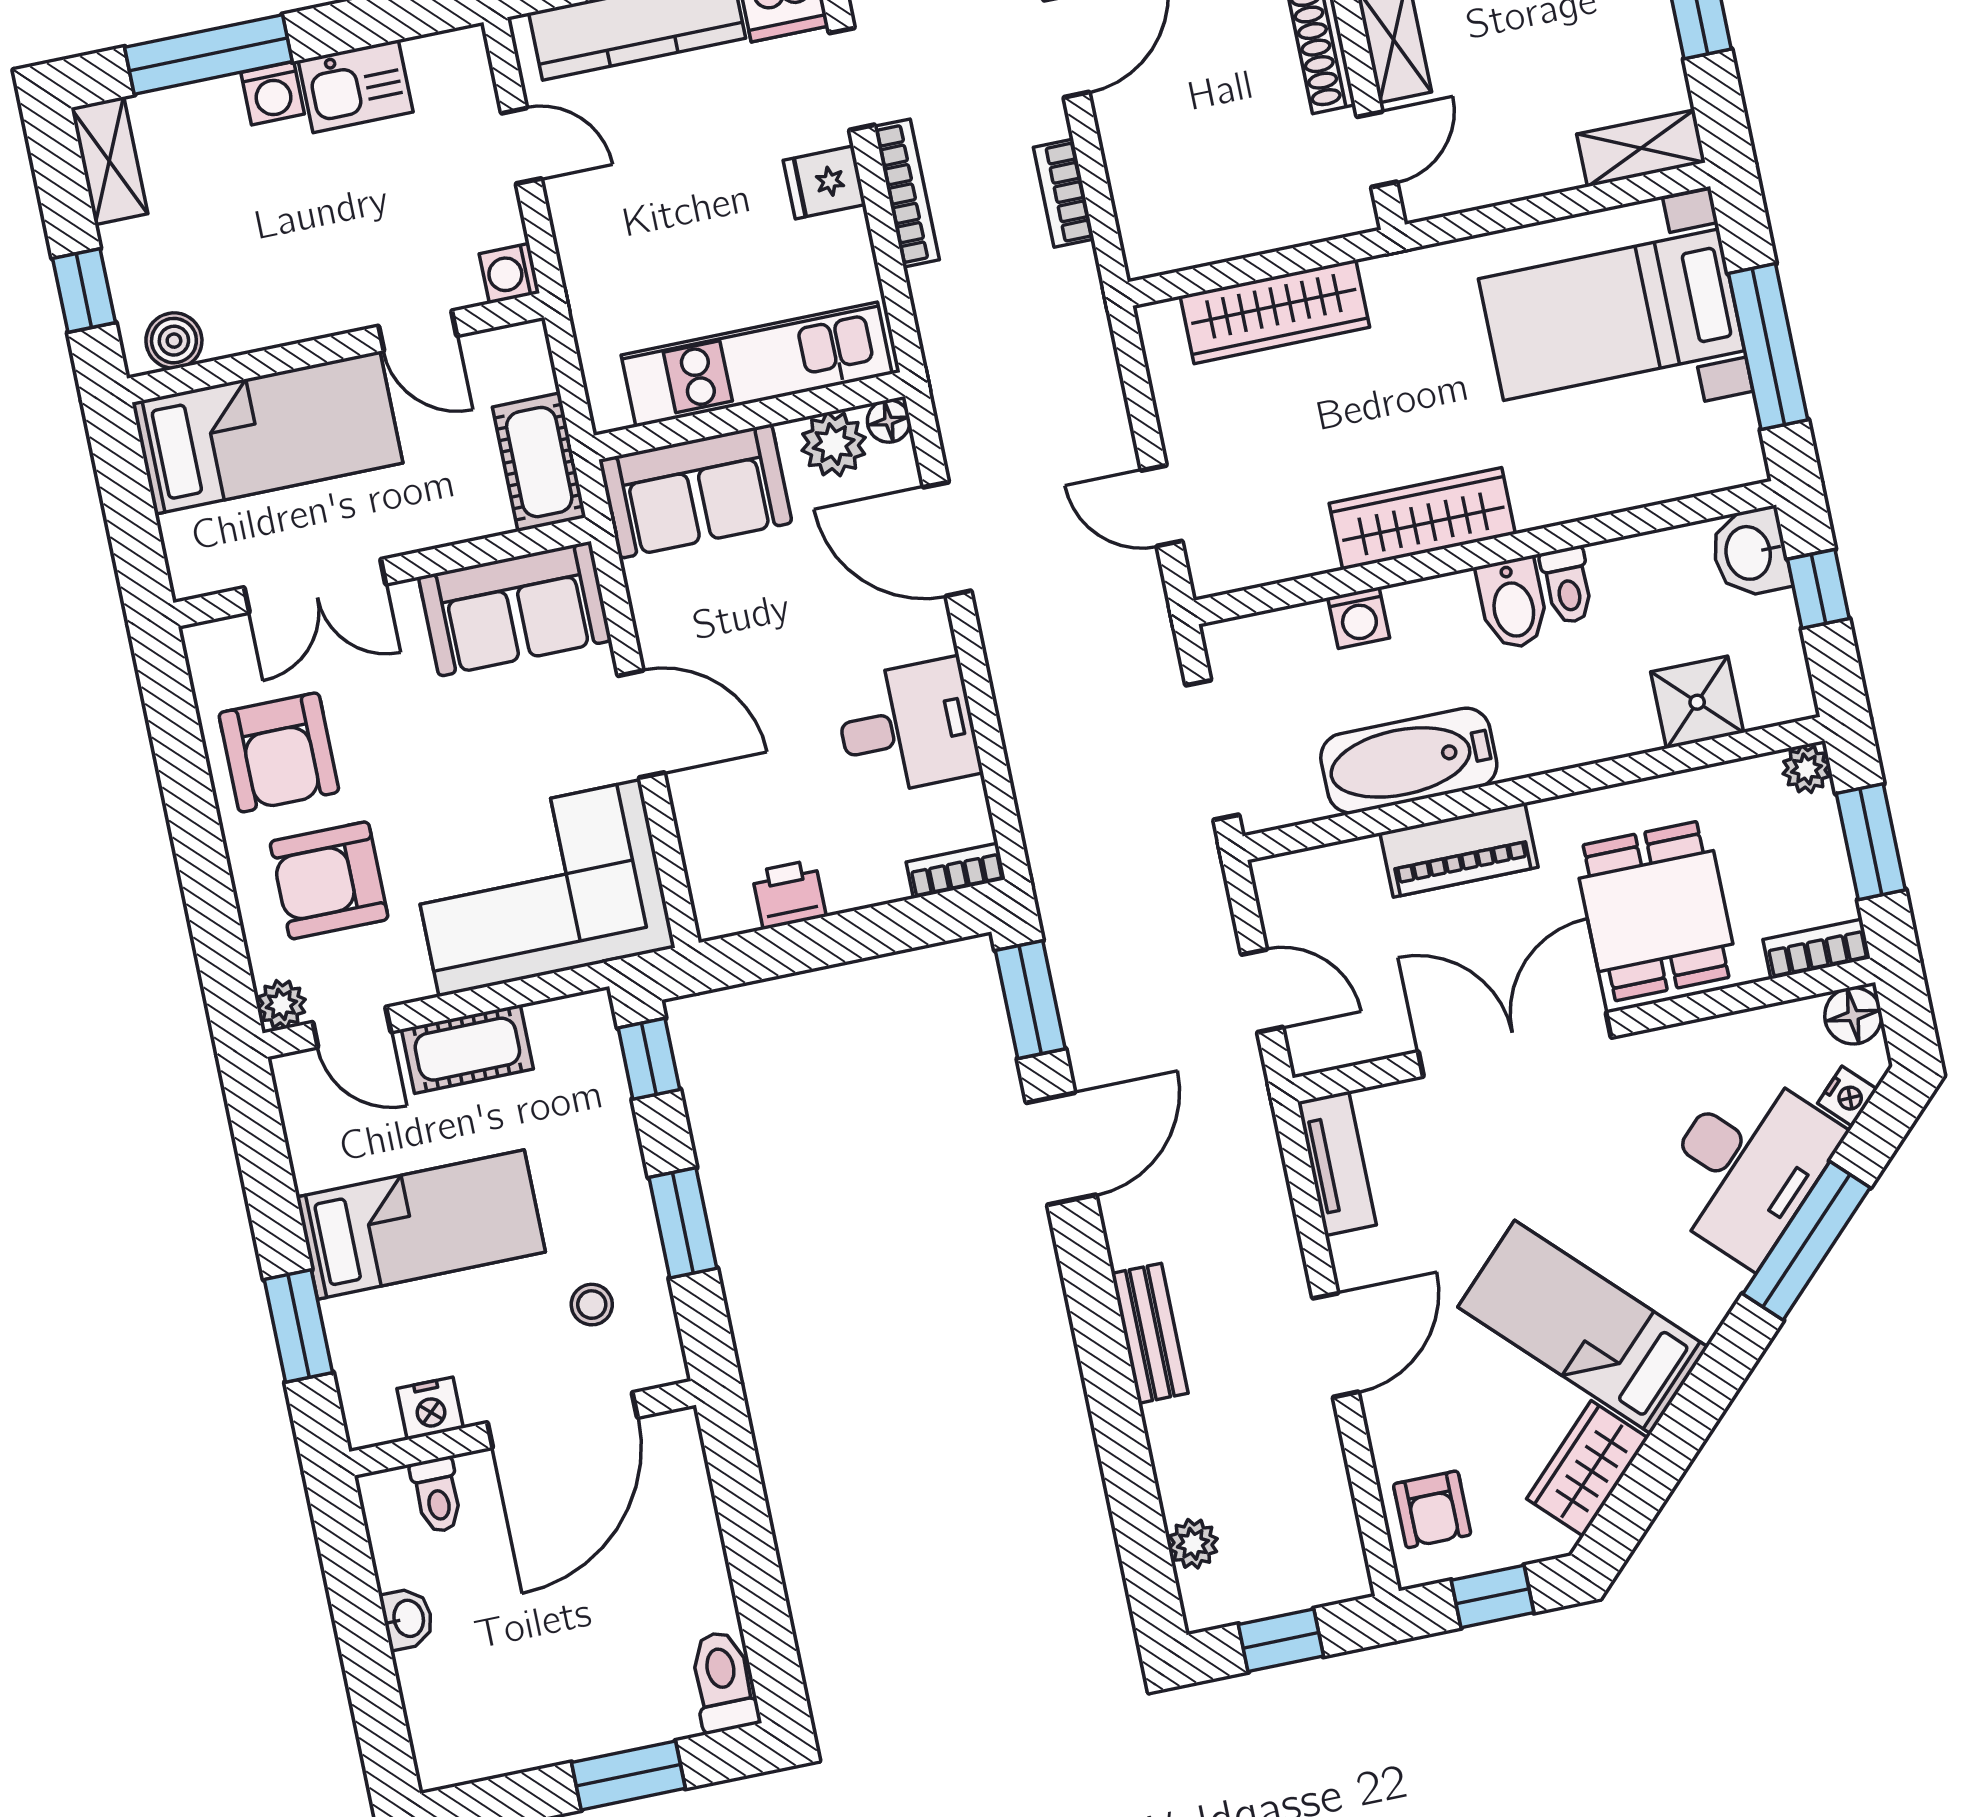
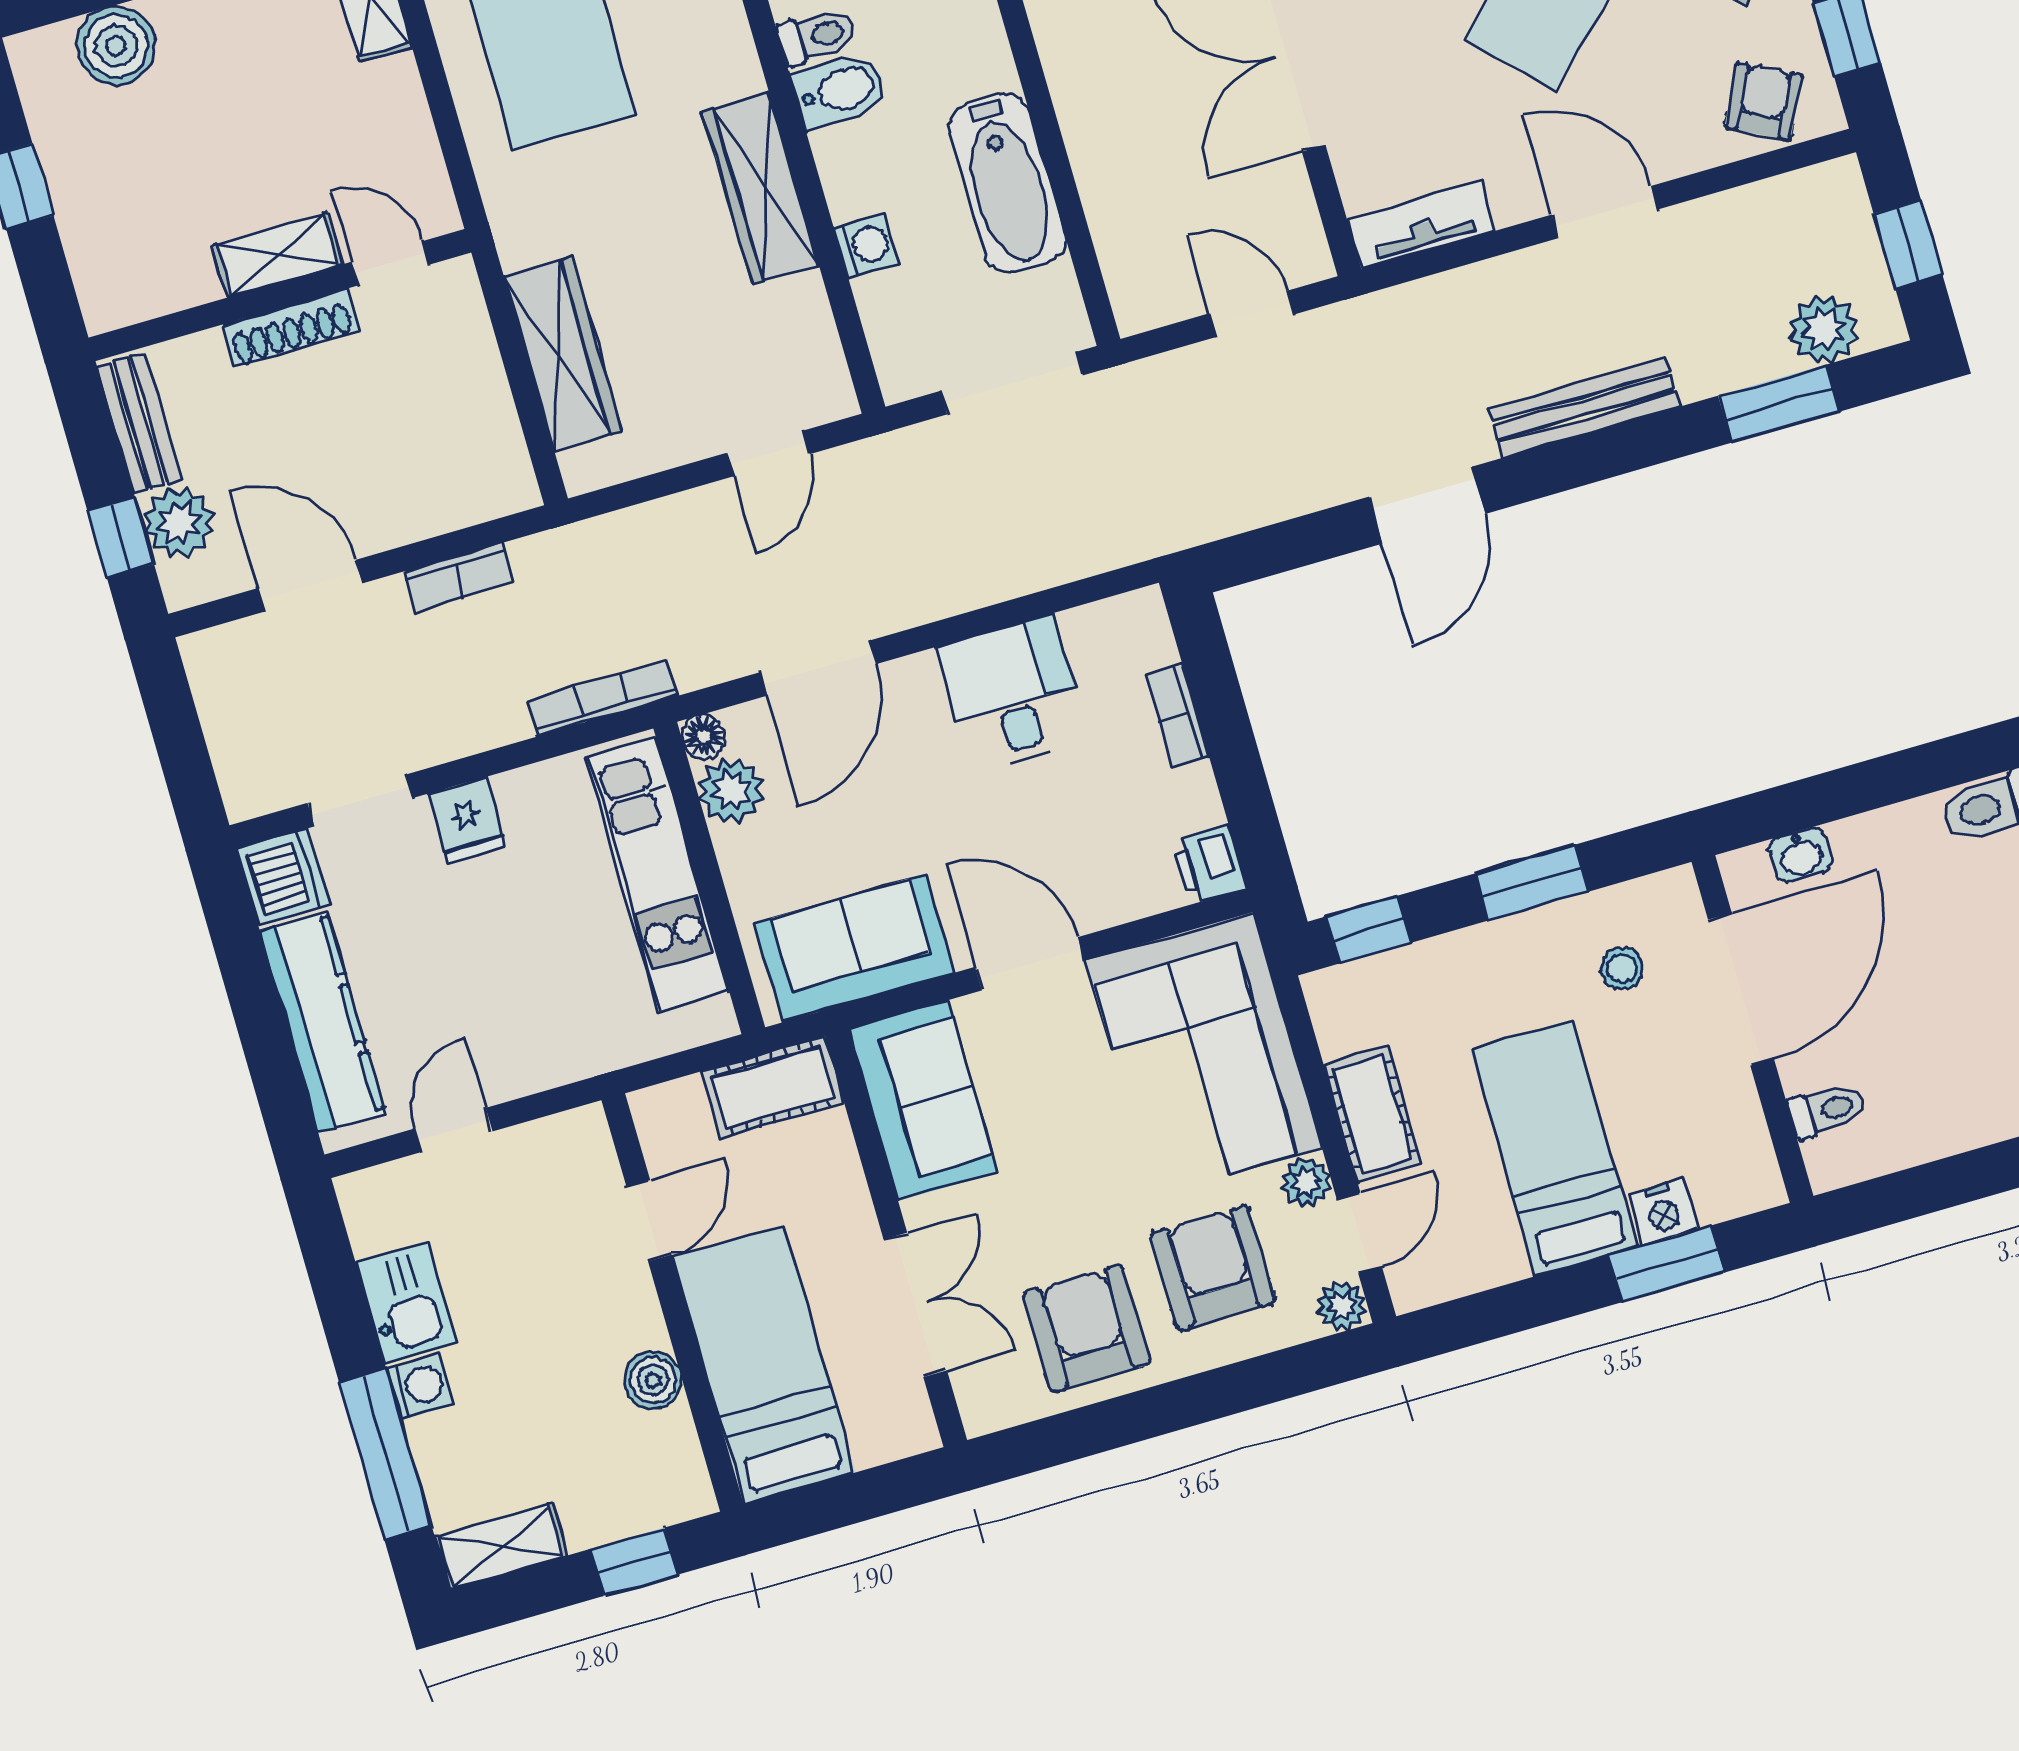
bookcase: (907, 193) -> (602, 698), moved
washing machine: (509, 273) -> (584, 1132), removed
boiler: (174, 341) -> (653, 1380), moved
sofa: (696, 491) -> (854, 948), moved, turned -90
door: (641, 724) -> (1030, 964), hinge flipped
armchair: (279, 752) -> (1087, 1328), turned -90
piano: (1459, 850) -> (1094, 125), removed
bookcase: (956, 871) -> (1178, 716), moved
armchair: (329, 880) -> (1213, 1268), turned 180
printer: (789, 894) -> (1209, 865), moved
plant: (406, 979) -> (1306, 1182), added
door: (1262, 991) -> (1252, 314), hinge flipped
window: (1030, 1000) -> (1779, 404), moved
door: (1061, 1149) -> (1427, 505), swing flipped
bench: (1150, 1333) -> (1584, 408), width x1.36
nightstand: (430, 1408) -> (1663, 1212), moved, turned 90
door: (562, 1420) -> (1741, 989), hinge flipped
armchair: (1432, 1509) -> (1764, 101), turned -63
plant: (1193, 1544) -> (1824, 329), width x1.38, depth x1.38
washbasin: (407, 1619) -> (1801, 855), moved, turned 180

